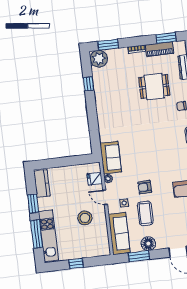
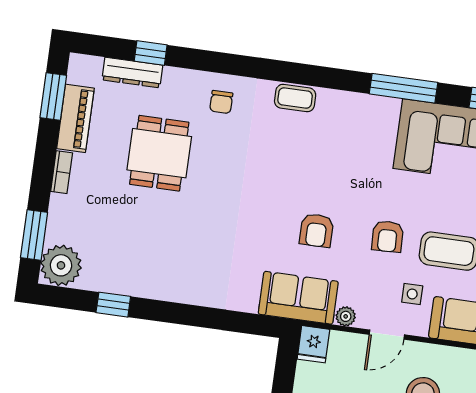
armchair: (140, 158) -> (317, 230), added
fridge: (95, 179) -> (313, 344), moved

